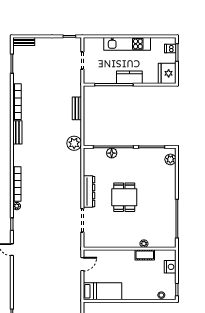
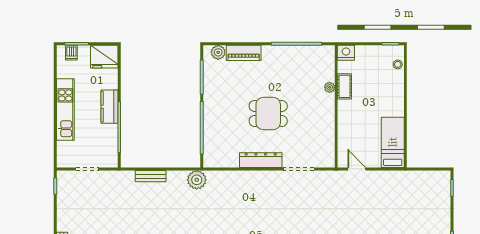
floor lamp: (112, 153) -> (210, 130), removed
piano: (170, 179) -> (244, 53), added
nightstand: (170, 267) -> (346, 53), moved

